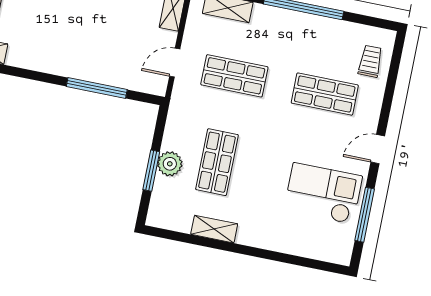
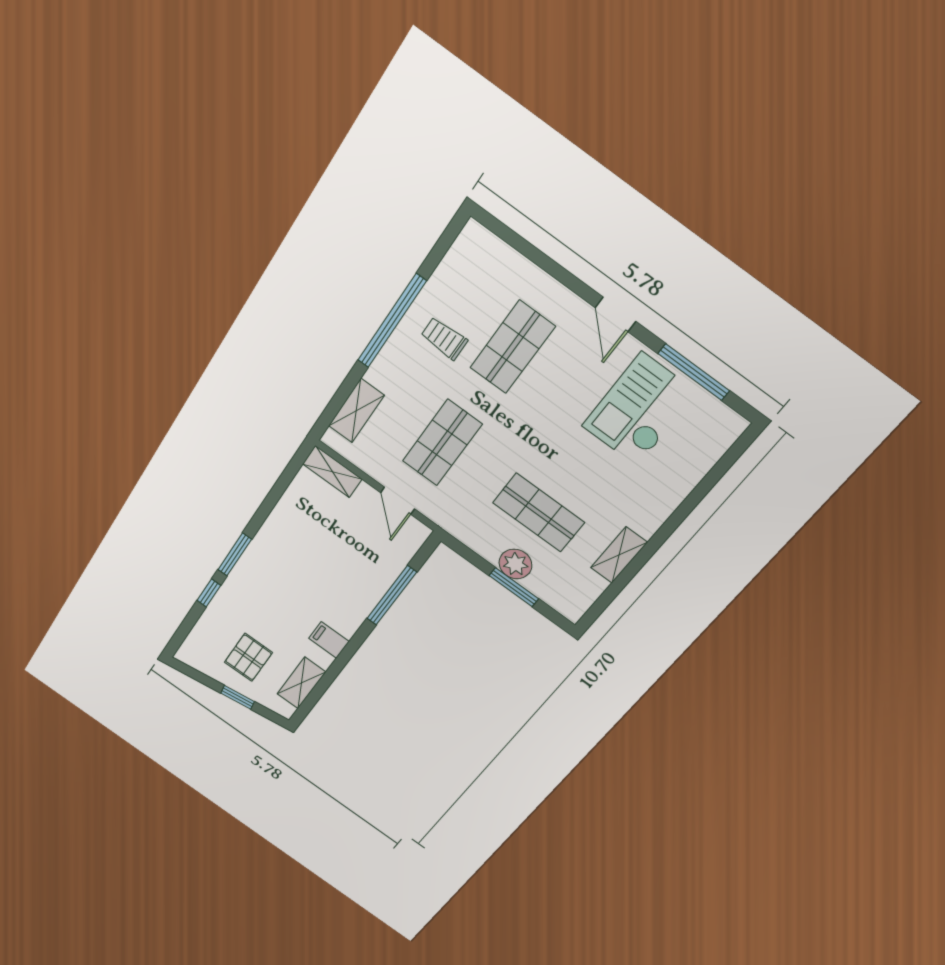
filing cabinet: (33, 56) -> (329, 640), added
trolley: (370, 61) -> (444, 338), moved

